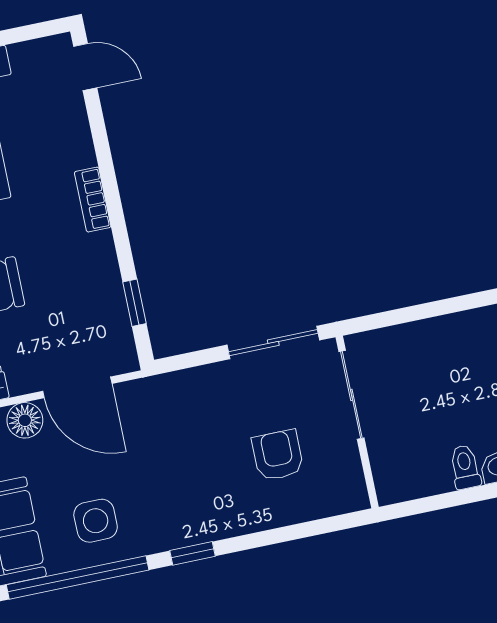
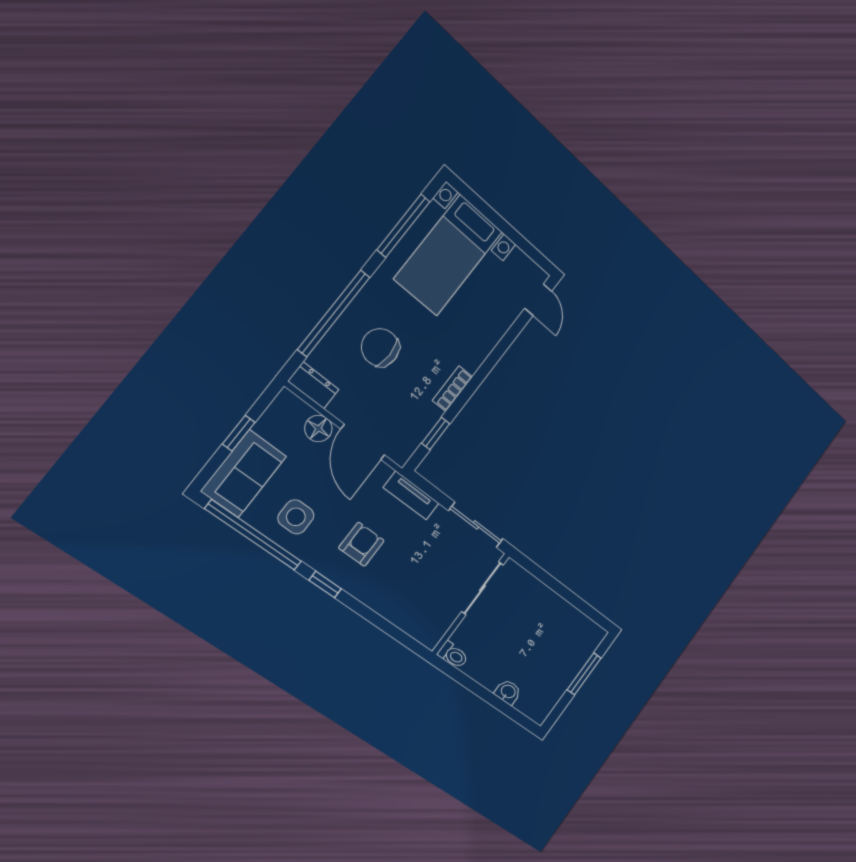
bookcase: (93, 200) -> (453, 389), moved
tv unit: (178, 385) -> (411, 495), added
armchair: (278, 455) -> (361, 544), moved
toilet: (465, 467) -> (453, 655), moved, turned 90

